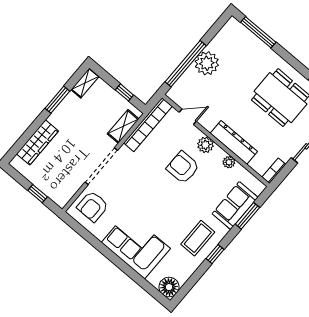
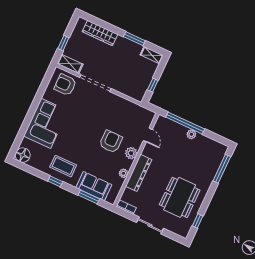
plant: (207, 63) -> (191, 134), width x0.53, depth x0.53
bookcase: (148, 125) -> (134, 108), removed
shelving: (123, 126) -> (70, 64), moved

